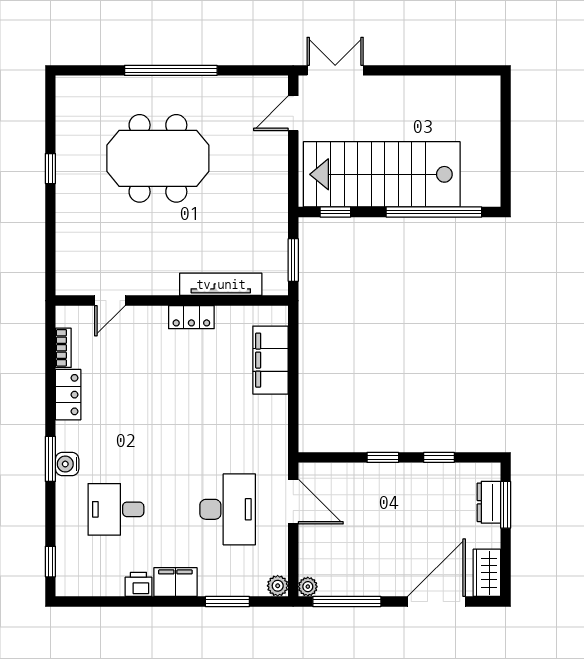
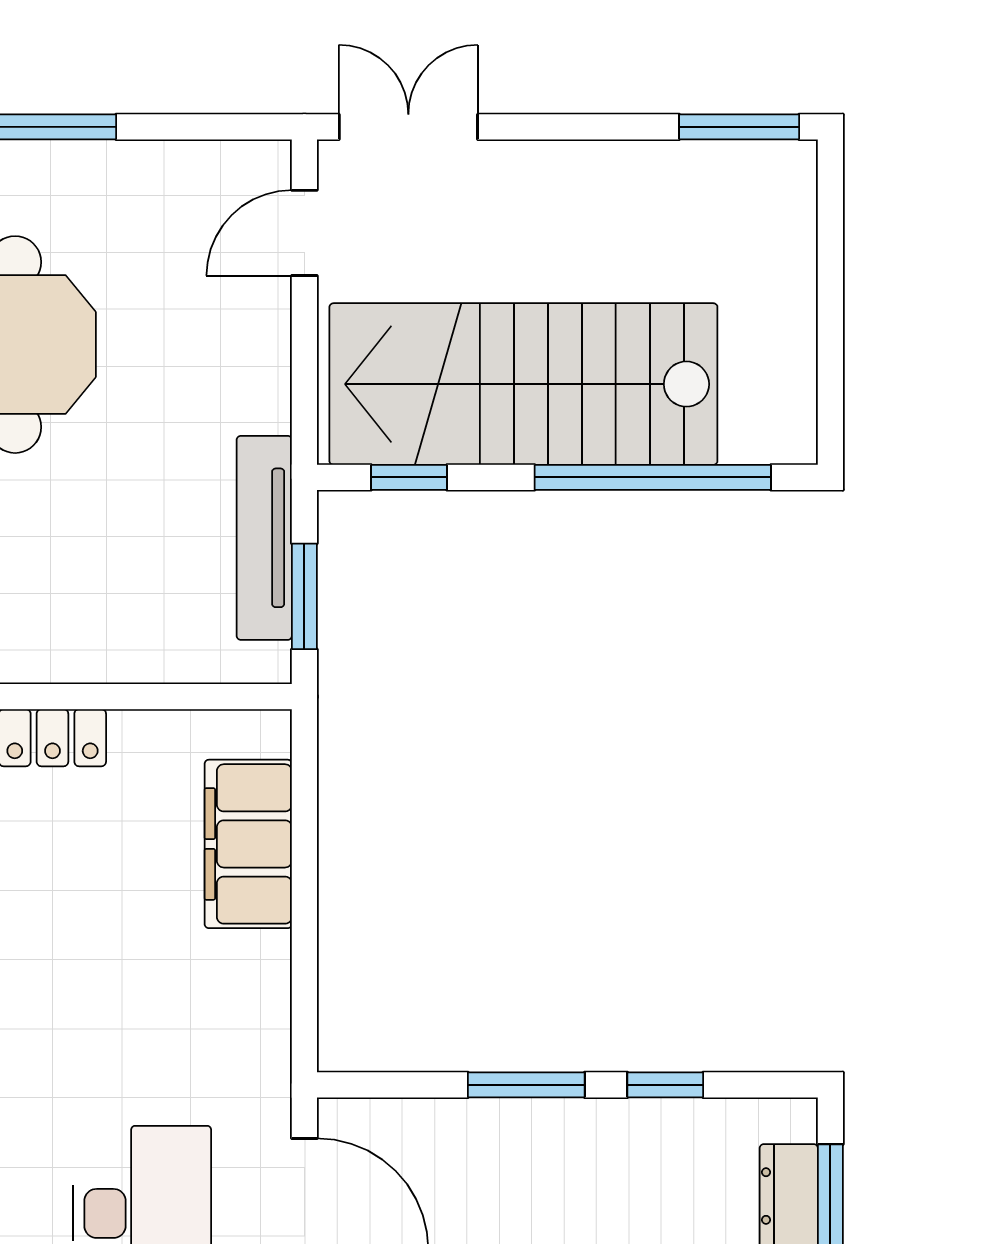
window: (469, 70) -> (739, 127), added
tv unit: (221, 284) -> (264, 538), moved, turned -90
window: (383, 457) -> (526, 1085), width x1.50

